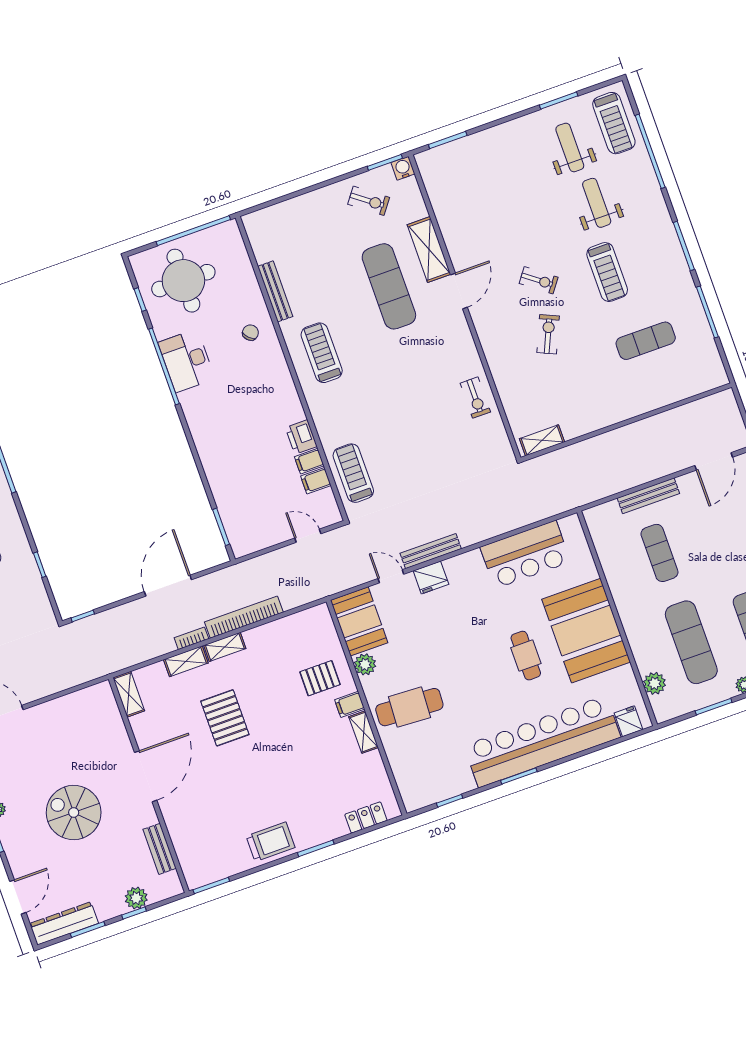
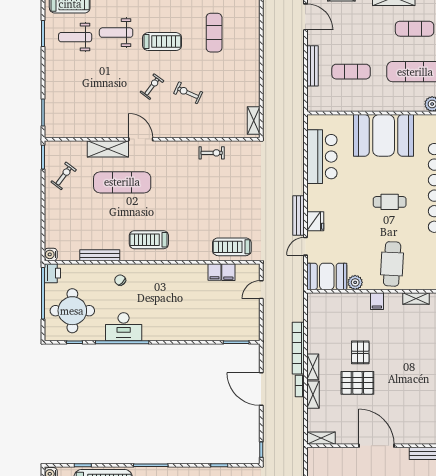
water cooler: (403, 168) -> (51, 254), moved
printer: (301, 437) -> (52, 273), moved, turned -90
cafe table: (526, 656) -> (390, 202), moved
pallet: (320, 678) -> (360, 352), moved
shelving: (364, 732) -> (416, 298), moved

